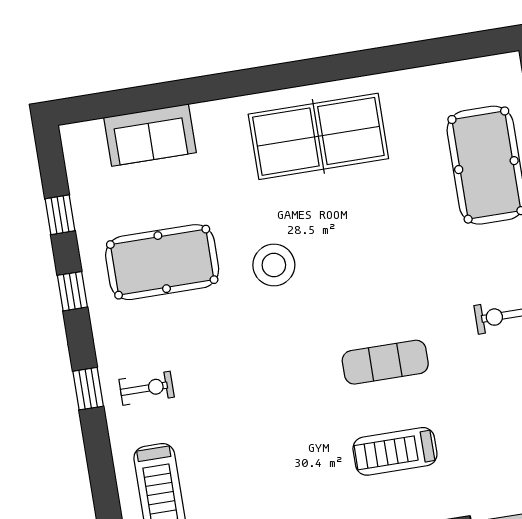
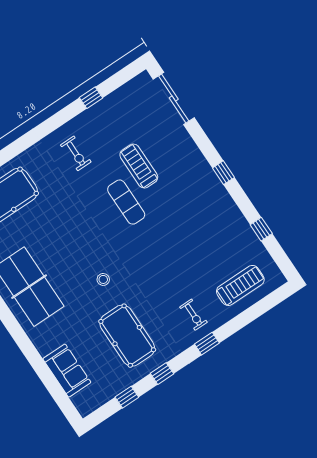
stool: (274, 265) -> (103, 279), width x0.53, depth x0.53
exercise bike: (147, 388) -> (193, 315), turned 180
treadmill: (395, 451) -> (139, 166), moved, turned 180

